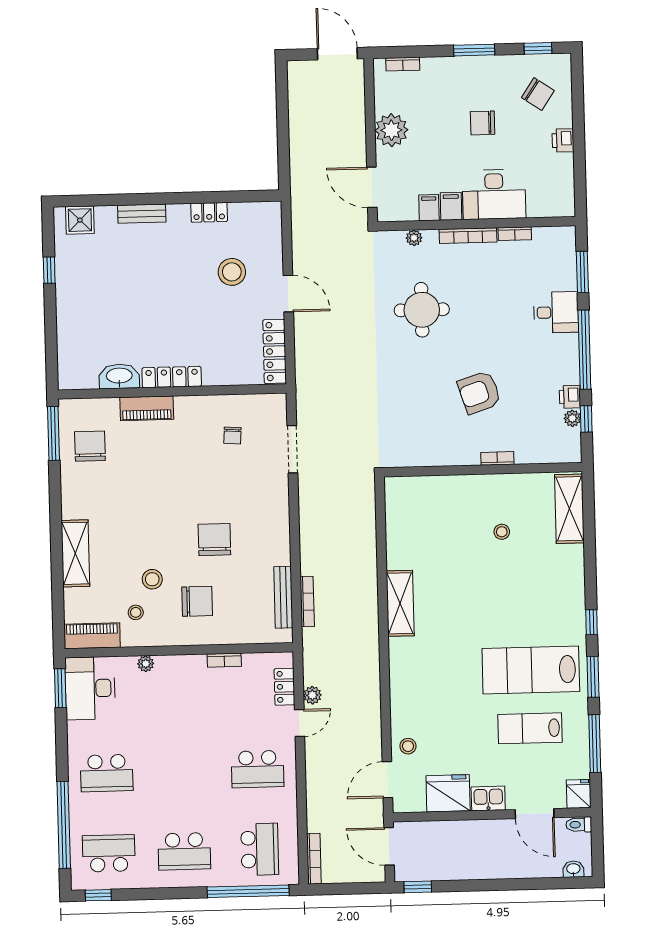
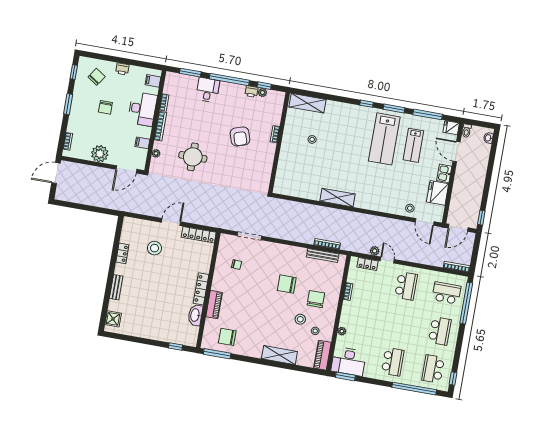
filing cabinet: (451, 206) -> (153, 81), moved
window: (49, 270) -> (176, 346), moved
door: (535, 814) -> (457, 152), swing flipped

